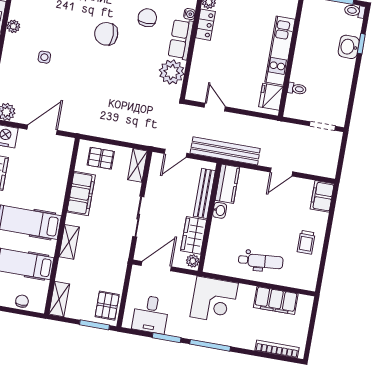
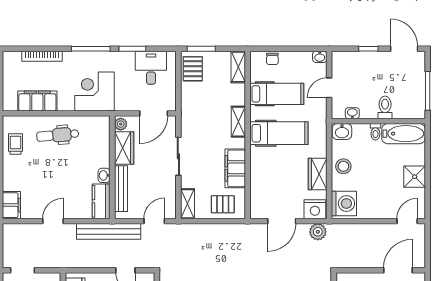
trolley: (306, 242) -> (16, 144), moved
bookcase: (277, 349) -> (42, 56), moved

